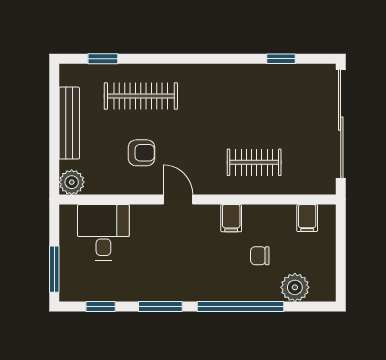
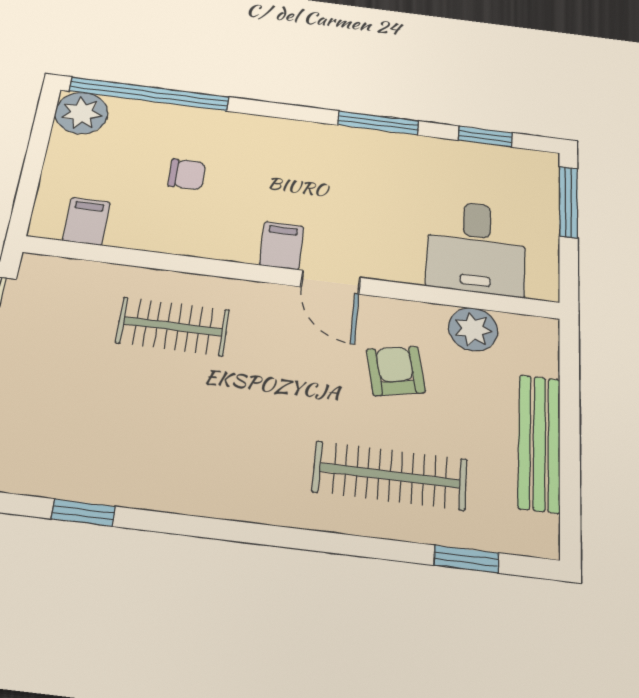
armchair: (142, 153) -> (396, 371), turned 78
plant: (72, 182) -> (473, 329), moved
filing cabinet: (231, 218) -> (281, 246), moved
plant: (295, 287) -> (81, 113), moved
window: (241, 306) -> (149, 94), moved

